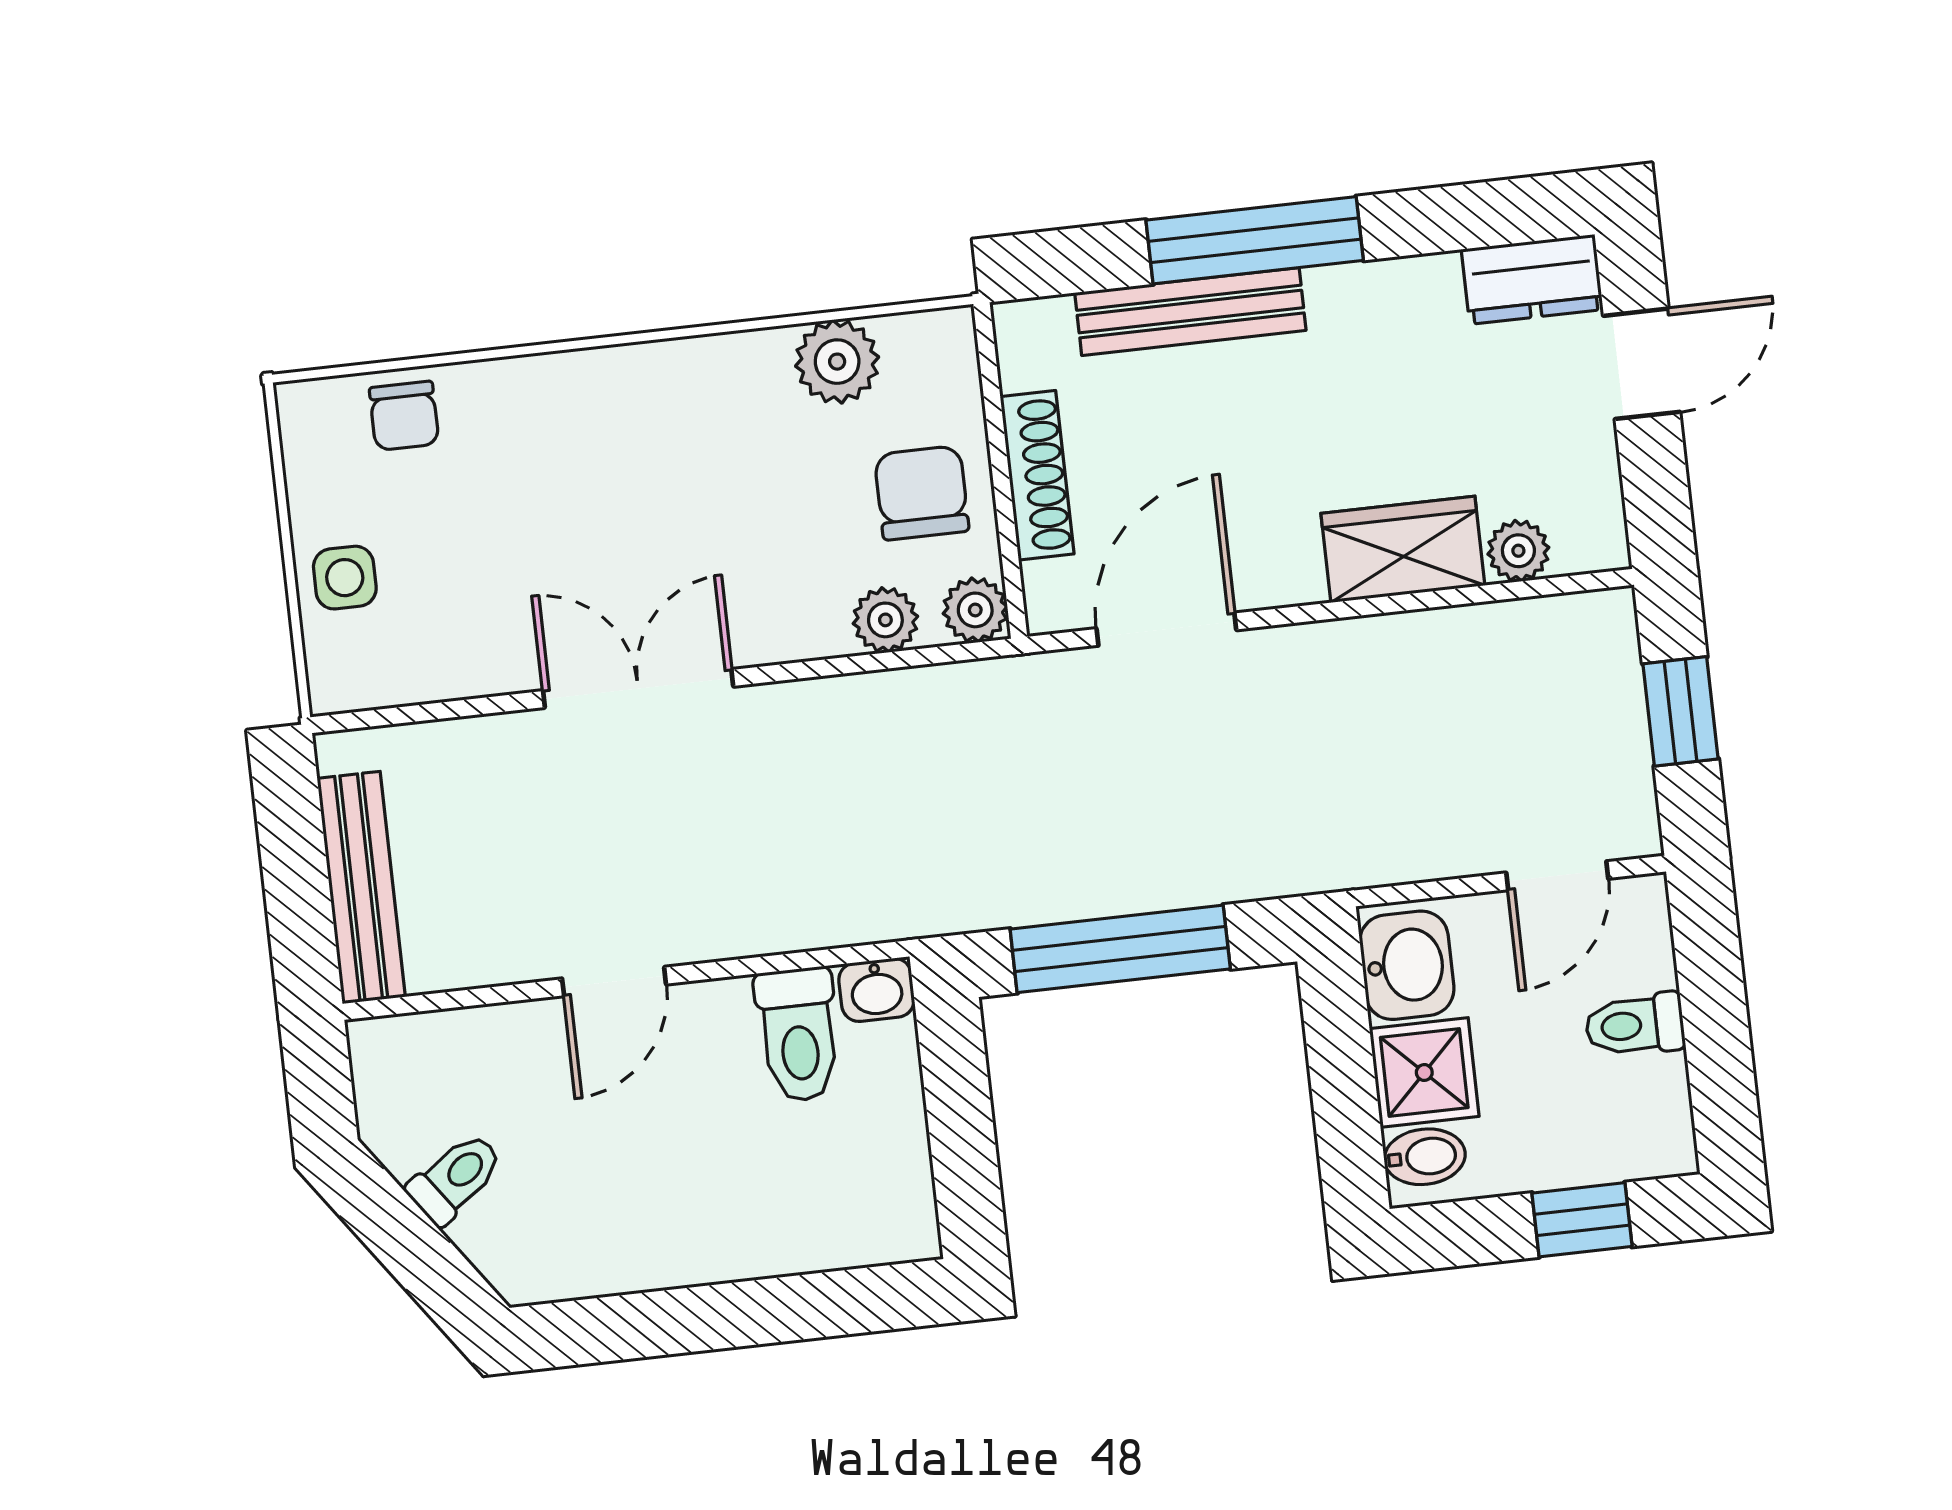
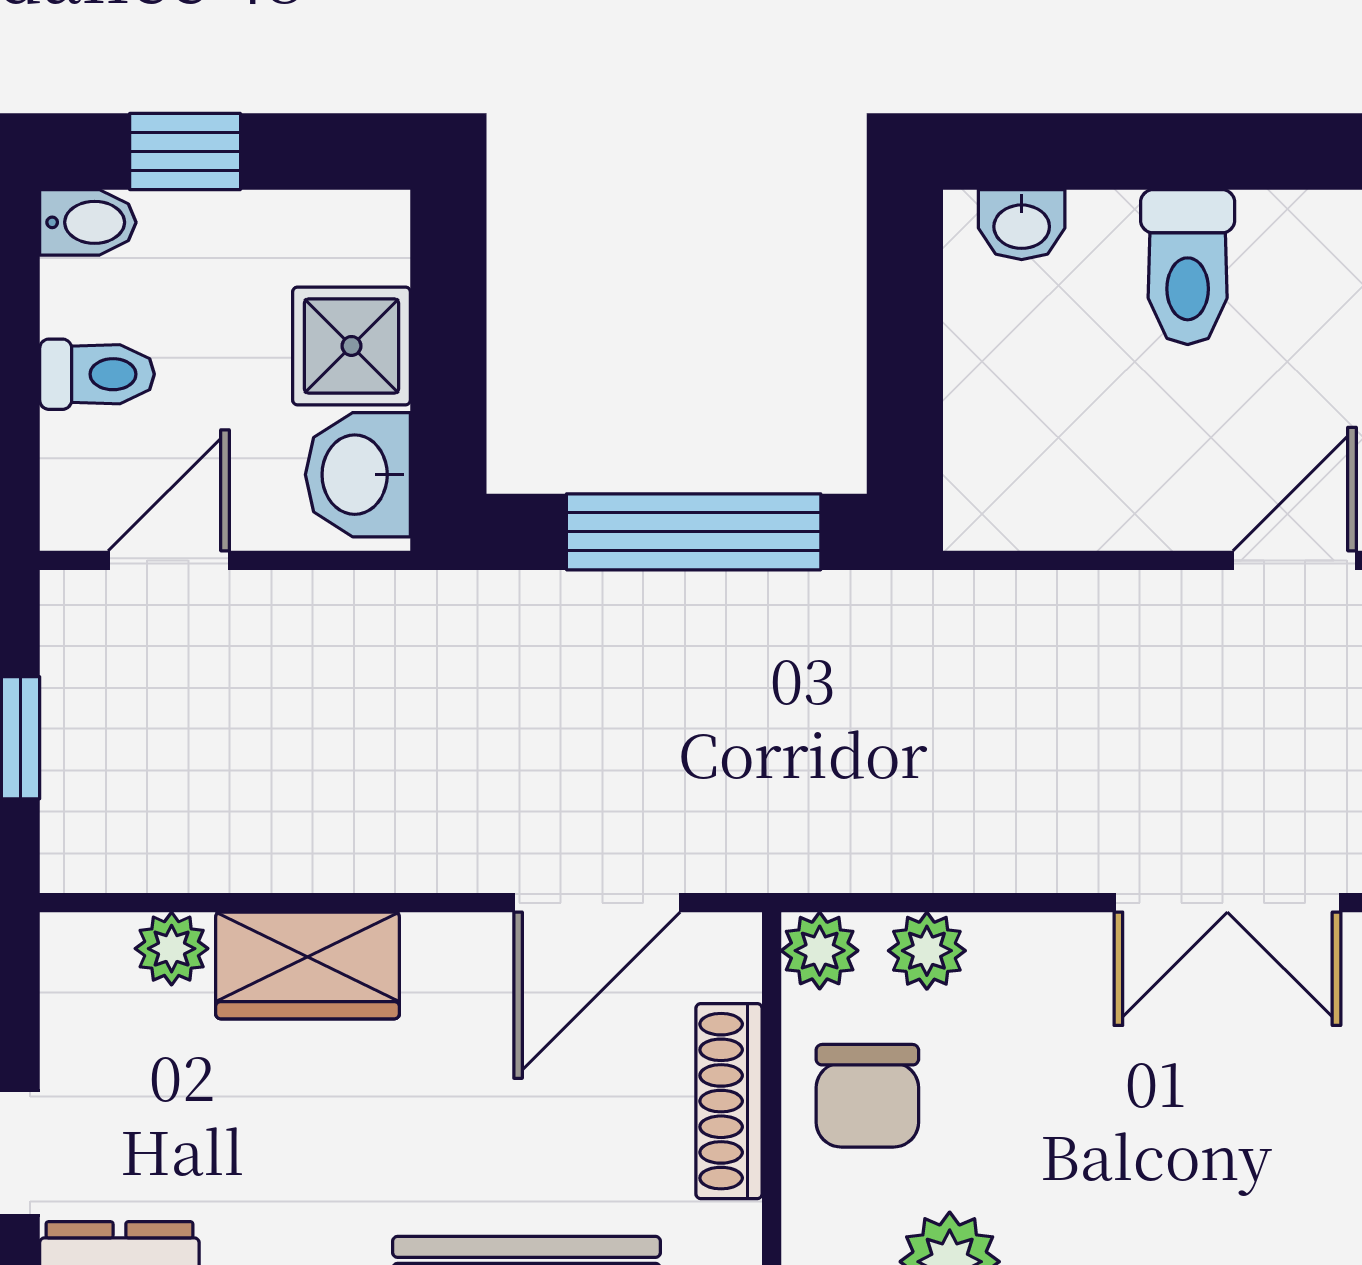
washbasin: (877, 990) -> (1022, 225), moved, turned 180
toilet: (798, 1035) -> (1188, 267), moved, turned 180
bidet: (1425, 1157) -> (88, 222), moved, turned 180

